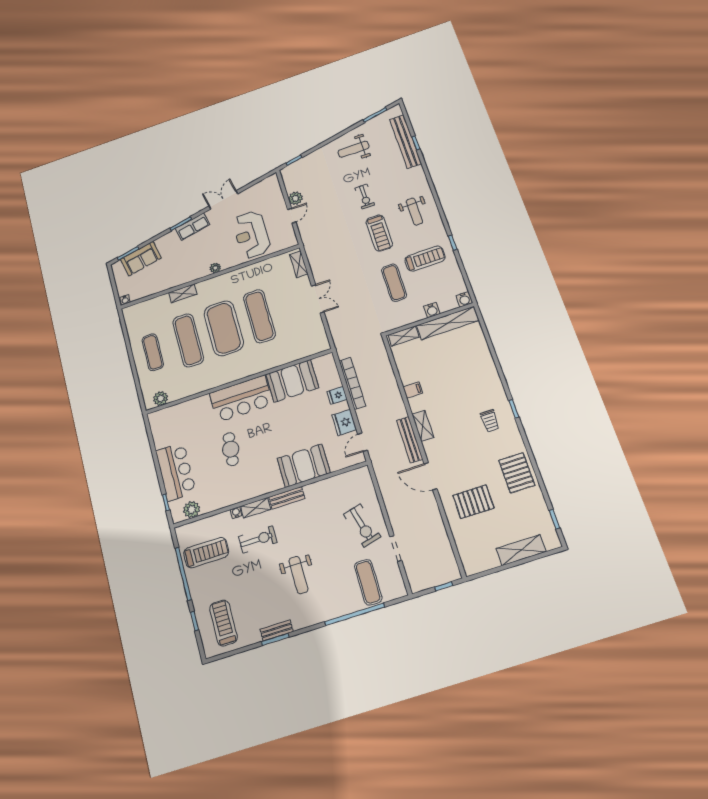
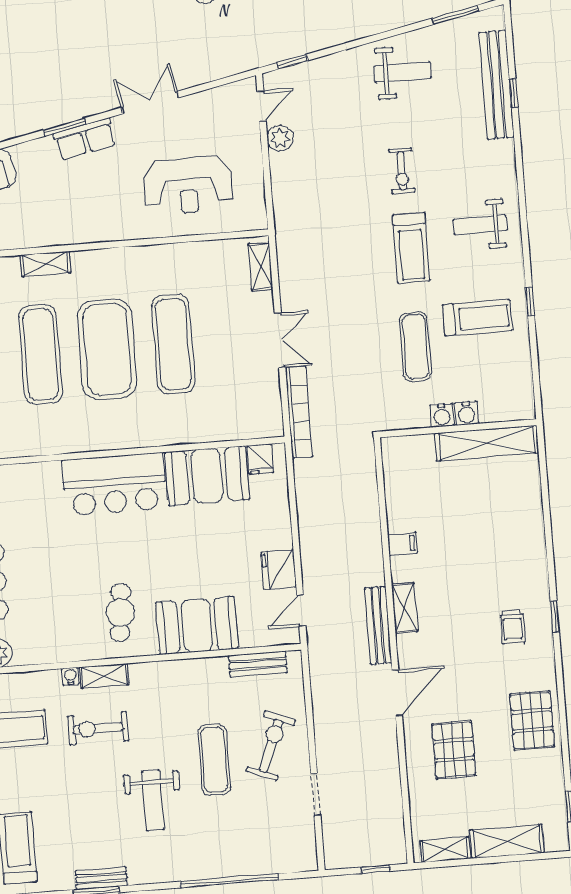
weight bench: (353, 149) -> (403, 72), turned 180
weight bench: (414, 212) -> (480, 225), turned 90
door: (292, 216) -> (261, 106), moved
reception desk: (251, 235) -> (188, 186), turned -90
plant: (215, 268) -> (112, 232), removed
water cooler: (464, 299) -> (442, 415), moved
shelving: (403, 336) -> (445, 850), moved
bookcase: (352, 383) -> (299, 412), moved
fridge: (337, 395) -> (260, 459), moved, turned -90
cafe table: (231, 449) -> (120, 613), moved
door: (431, 476) -> (397, 693), swing flipped
bench: (287, 498) -> (258, 664), moved
pallet: (473, 502) -> (454, 750), turned 90
exercise bike: (362, 525) -> (271, 746), turned -143
exercise bike: (258, 539) -> (98, 728), turned 180
exercise mat: (368, 582) -> (214, 760), moved

